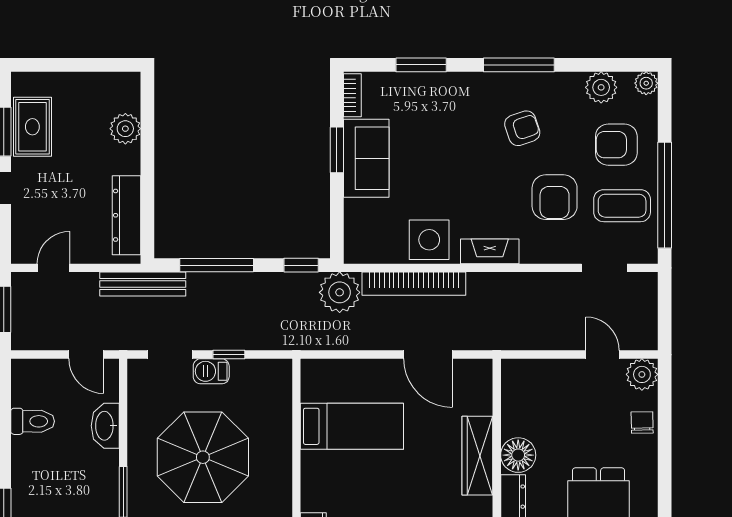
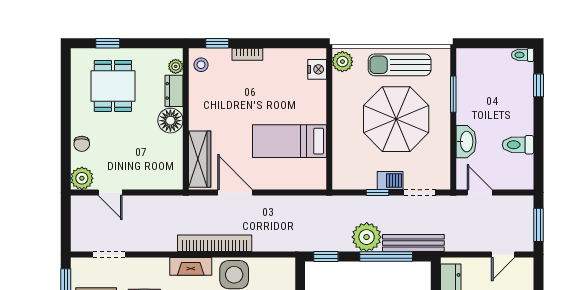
bench: (143, 284) -> (413, 243), moved
bookcase: (414, 284) -> (215, 243), moved
plant: (340, 292) -> (367, 237), moved
wardrobe: (477, 456) -> (200, 159), moved

